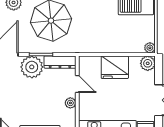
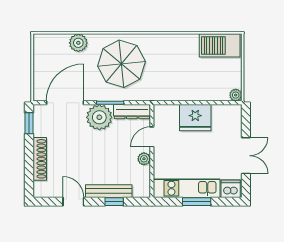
plant: (148, 63) -> (233, 113), removed
door: (77, 84) -> (152, 137), swing flipped

